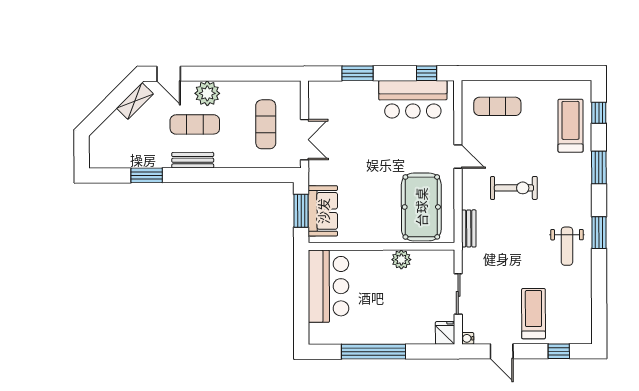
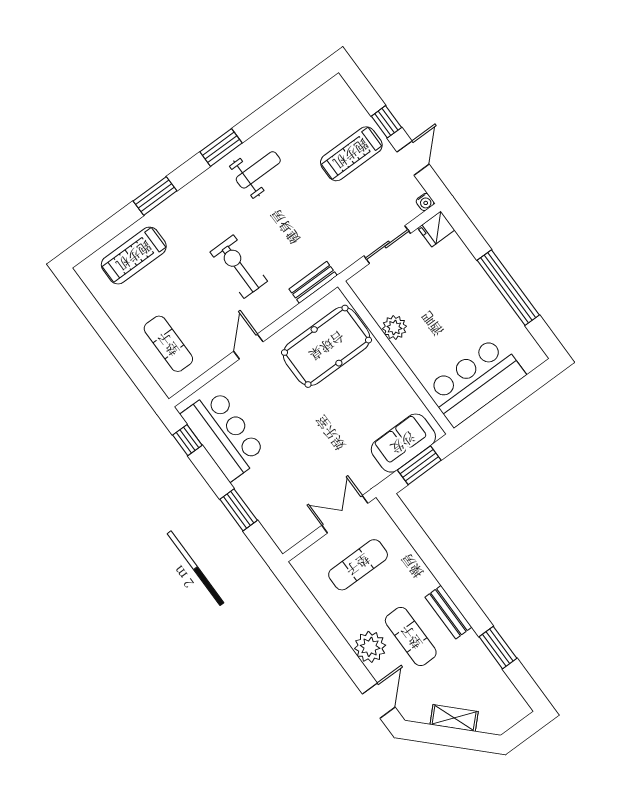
shelving: (135, 101) -> (454, 718), moved
window: (599, 113) -> (100, 237), removed
window: (559, 351) -> (386, 122), moved

